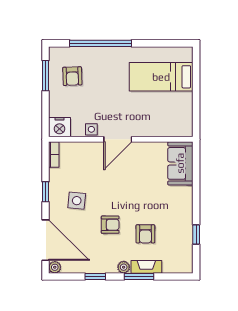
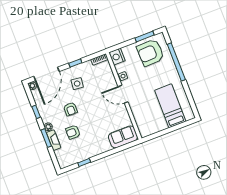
armchair: (72, 76) -> (150, 53), width x1.88, depth x1.88

